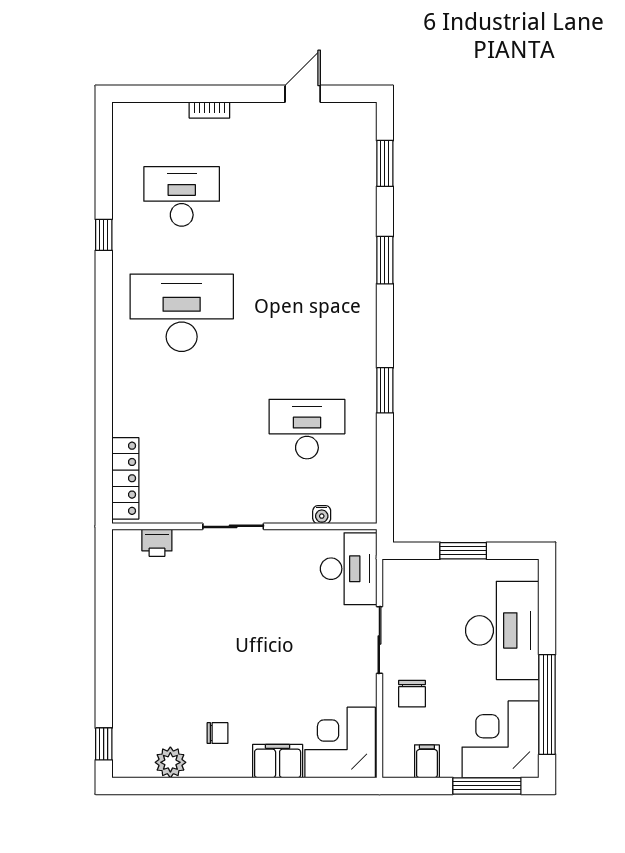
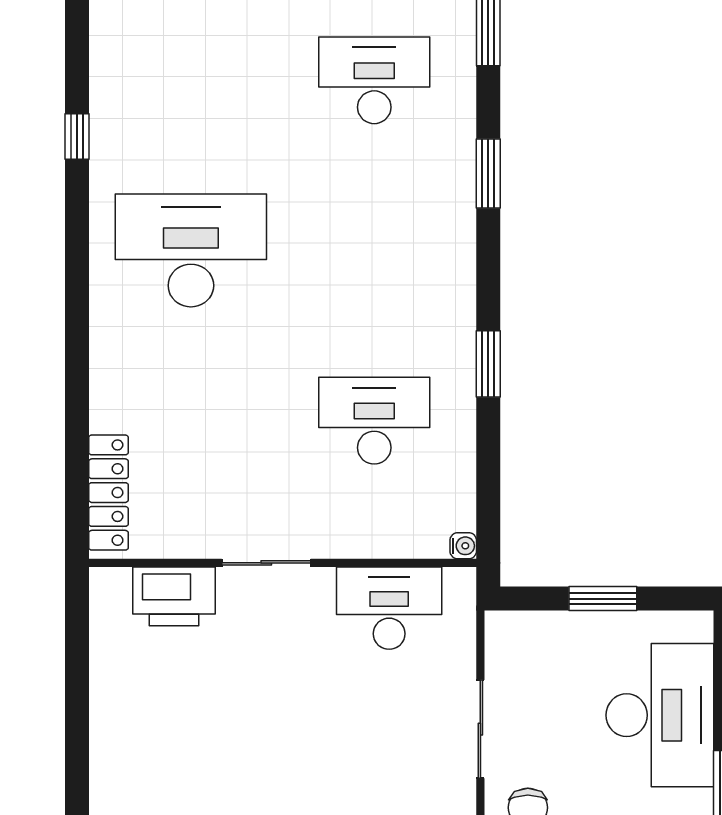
desk: (182, 196) -> (374, 80), moved
water cooler: (322, 515) -> (463, 546), moved, turned -90
printer: (157, 543) -> (174, 596), width x1.87, depth x1.48
desk: (349, 569) -> (389, 608), moved, turned -90

